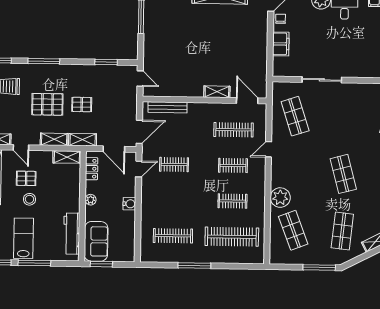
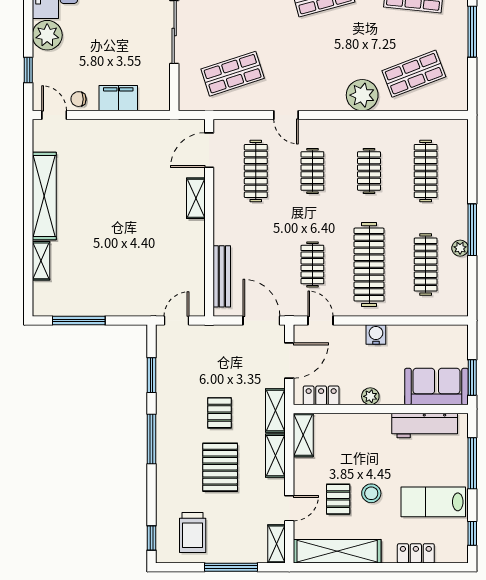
window: (44, 61) -> (152, 439), moved
clothes rail: (174, 200) -> (369, 265), added
clothes rail: (232, 237) -> (426, 171), width x0.73, depth x0.76
plant: (183, 258) -> (460, 248), added
window: (34, 263) -> (472, 463), moved

